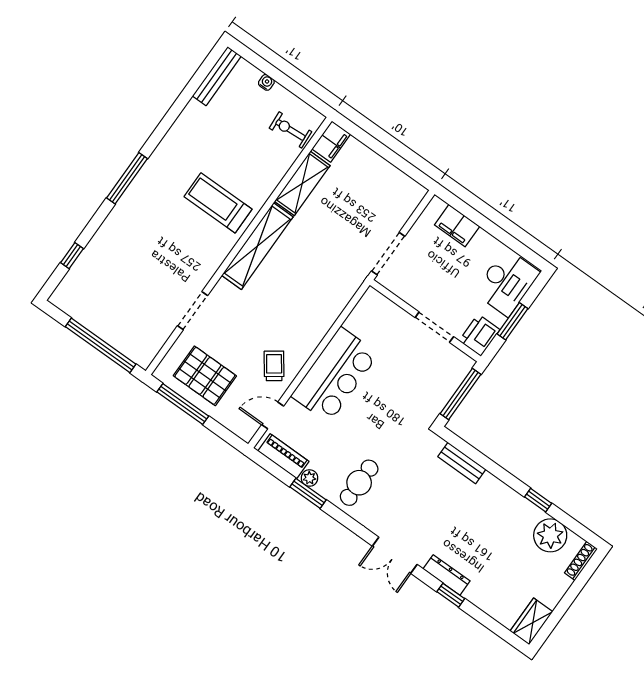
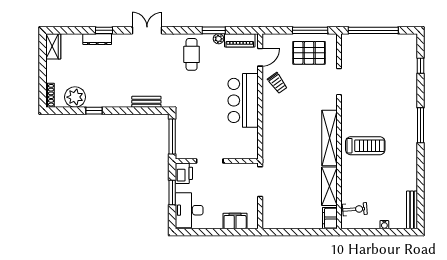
dresser: (447, 575) -> (97, 39), moved

